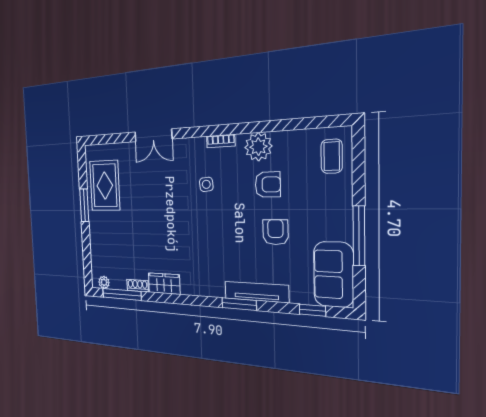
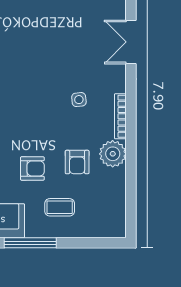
bookcase: (221, 141) -> (120, 116), width x1.56
coffee table: (332, 156) -> (60, 207), moved

